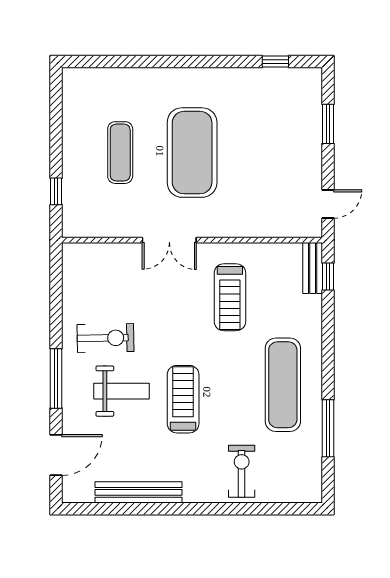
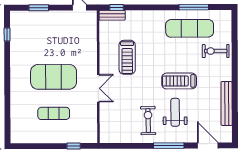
treadmill: (230, 297) -> (127, 57), turned 90
exercise mat: (283, 385) -> (190, 28), moved

